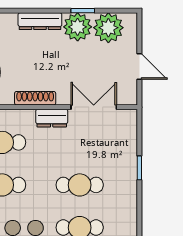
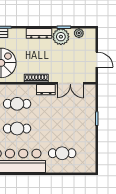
plant: (108, 28) -> (79, 33), width x0.53, depth x0.53
double door: (94, 107) -> (70, 83), swing flipped
cafe table: (80, 185) -> (62, 129), removed

